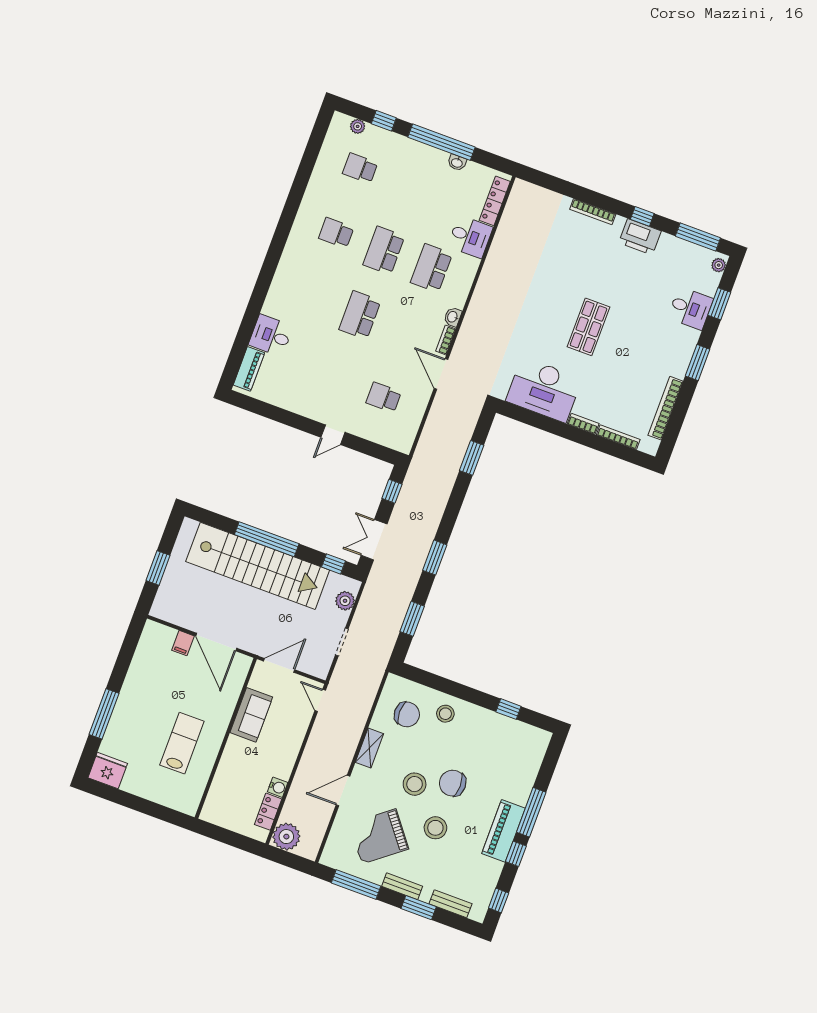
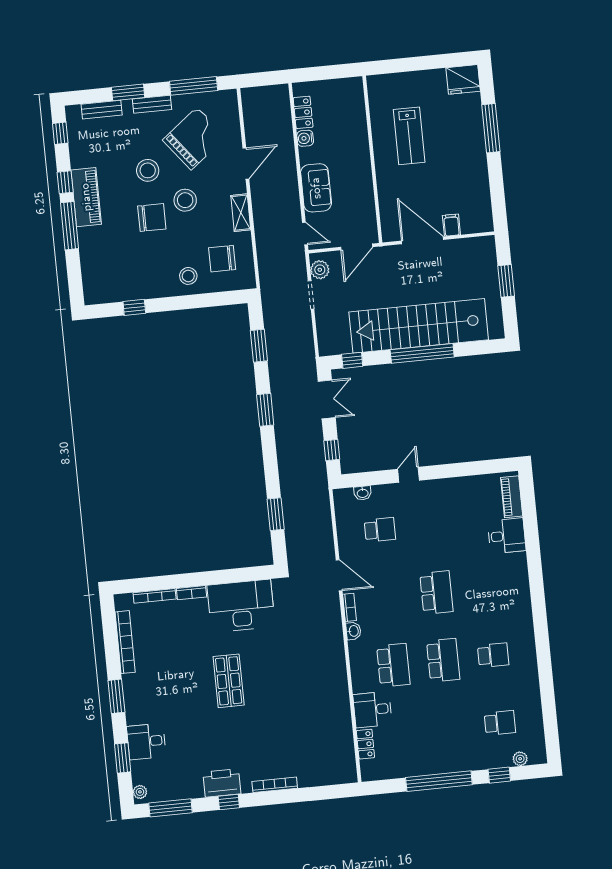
washbasin: (457, 163) -> (363, 493), moved, turned 180
locker: (495, 201) -> (365, 744), width x0.66
plant: (345, 601) -> (320, 270), moved
sofa: (251, 715) -> (316, 188), moved, turned 180
plant: (286, 837) -> (276, 98), removed

